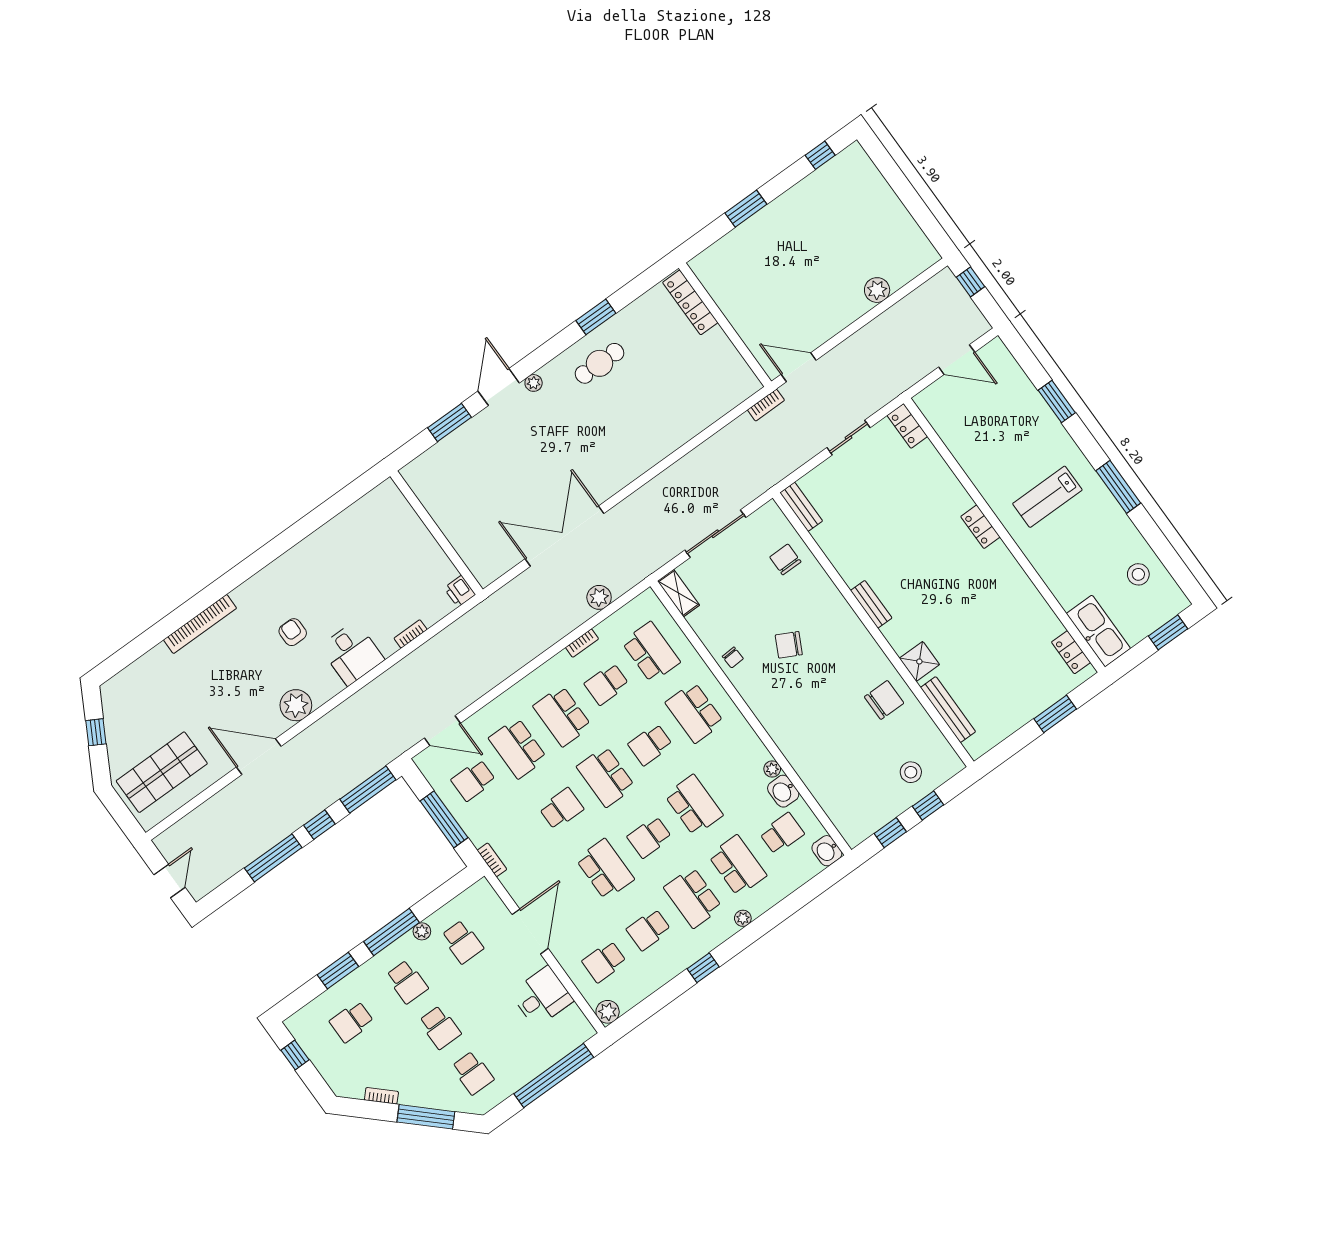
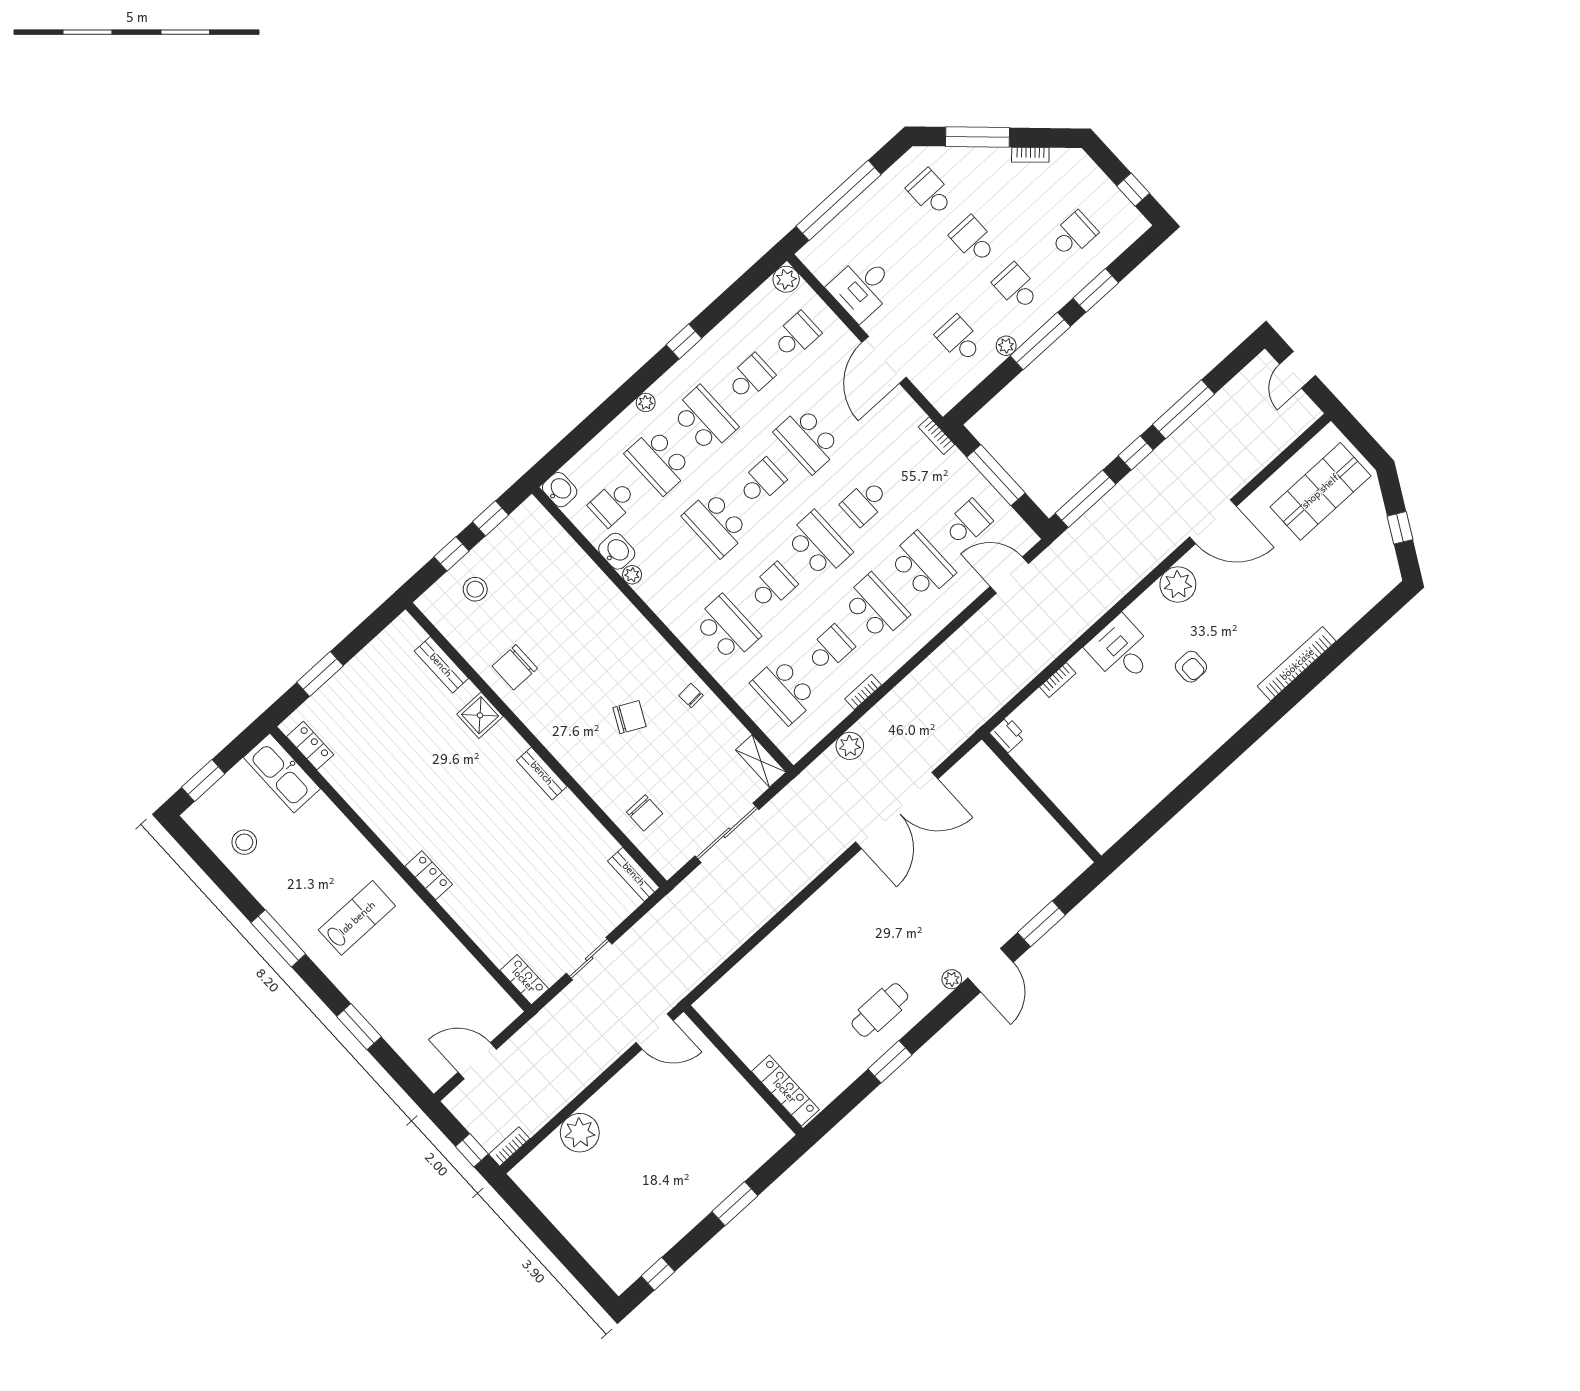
plant: (877, 290) -> (580, 1133), width x1.36, depth x1.36
bookcase: (766, 405) -> (509, 1146), moved
bench: (948, 710) -> (441, 665), width x0.73

